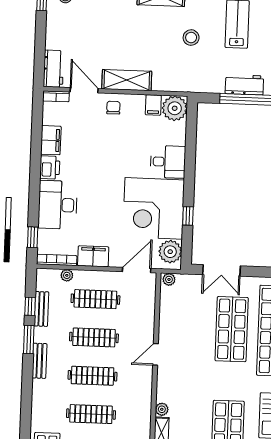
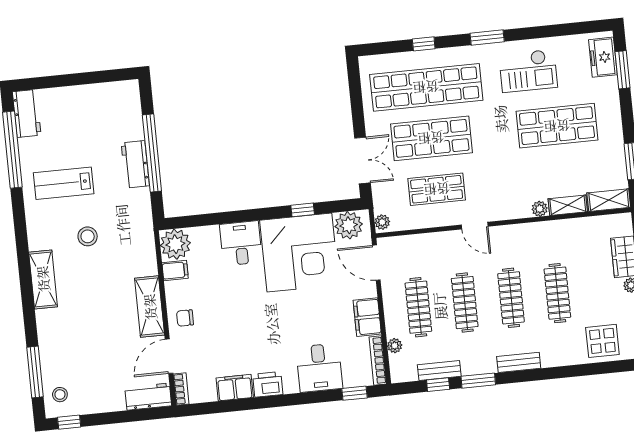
desk: (58, 205) -> (319, 368), width x0.73
shop shelf: (190, 328) -> (437, 189), added
bench: (39, 361) -> (519, 362), moved

